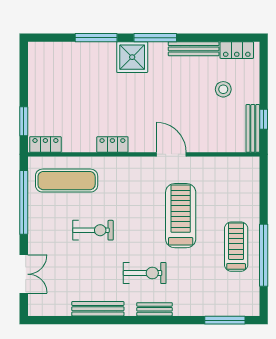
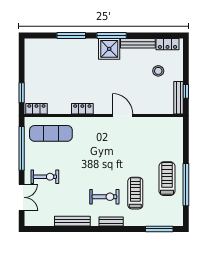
shower: (132, 57) -> (109, 49), moved
treadmill: (181, 216) -> (135, 193), moved, width x0.73, depth x0.73
exercise bike: (93, 230) -> (45, 177), moved

